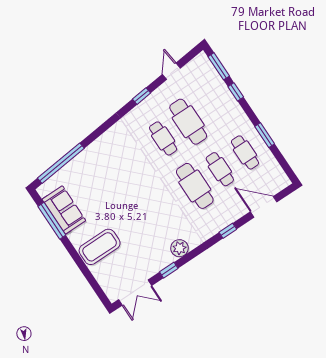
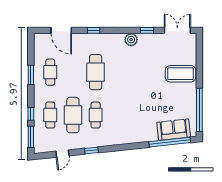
cafe table: (220, 169) -> (50, 115), moved
sofa: (64, 210) -> (174, 130), moved, turned 84
window: (52, 221) -> (199, 110), width x1.46

